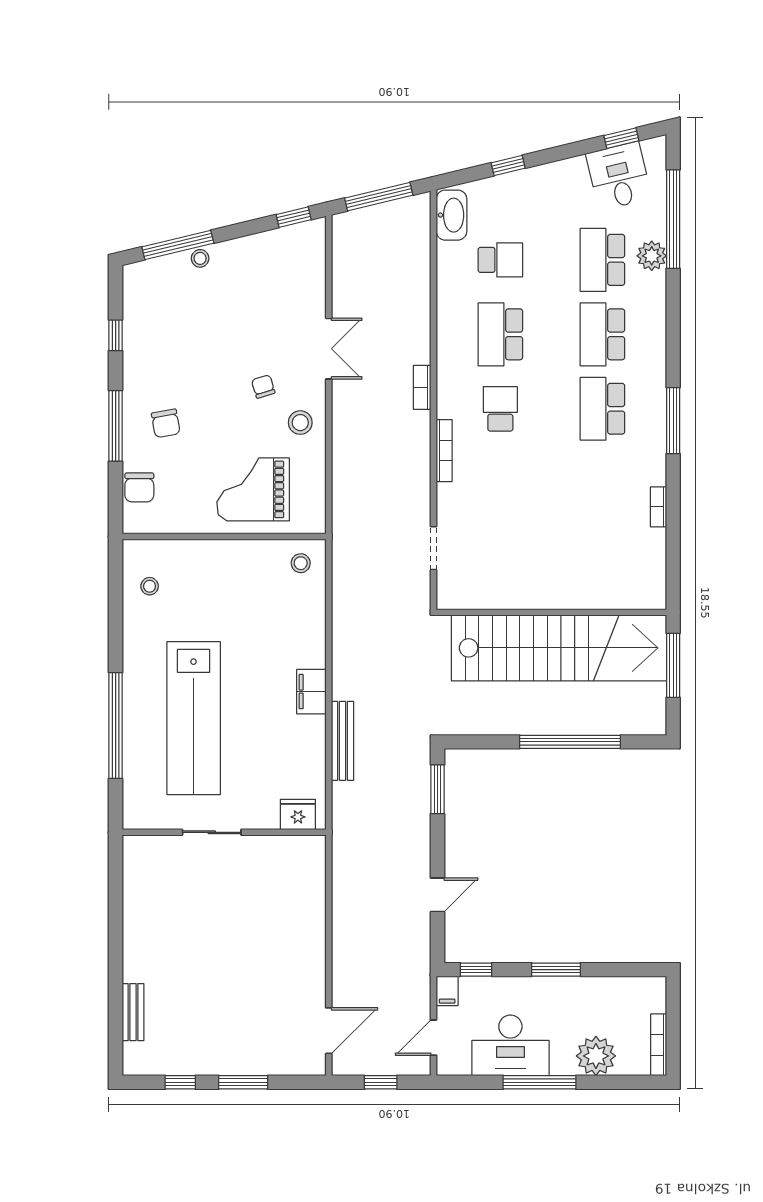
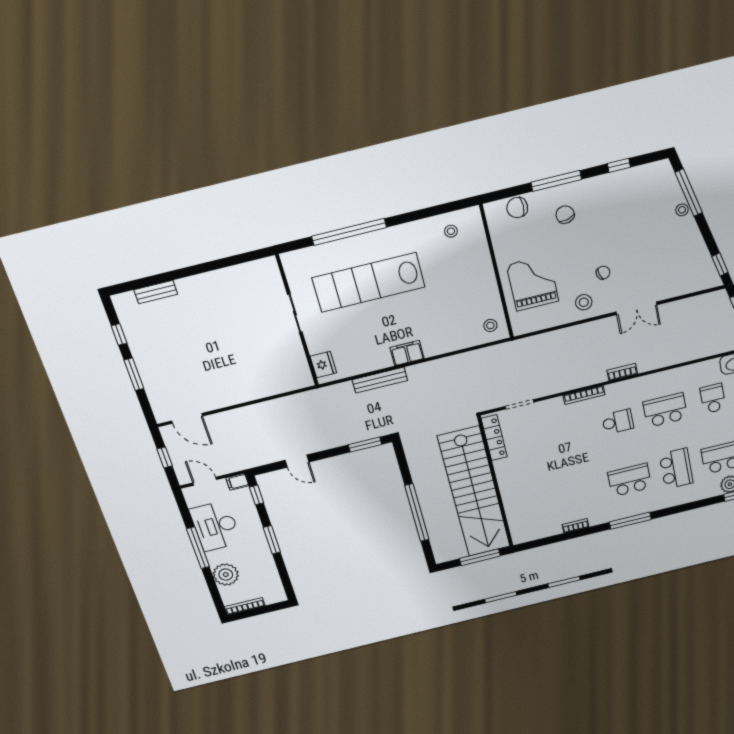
school desk: (500, 260) -> (713, 399), turned 180
school desk: (602, 334) -> (676, 469), turned 90
chair: (166, 423) -> (565, 215), turned 86
locker: (477, 598) -> (494, 438), added

